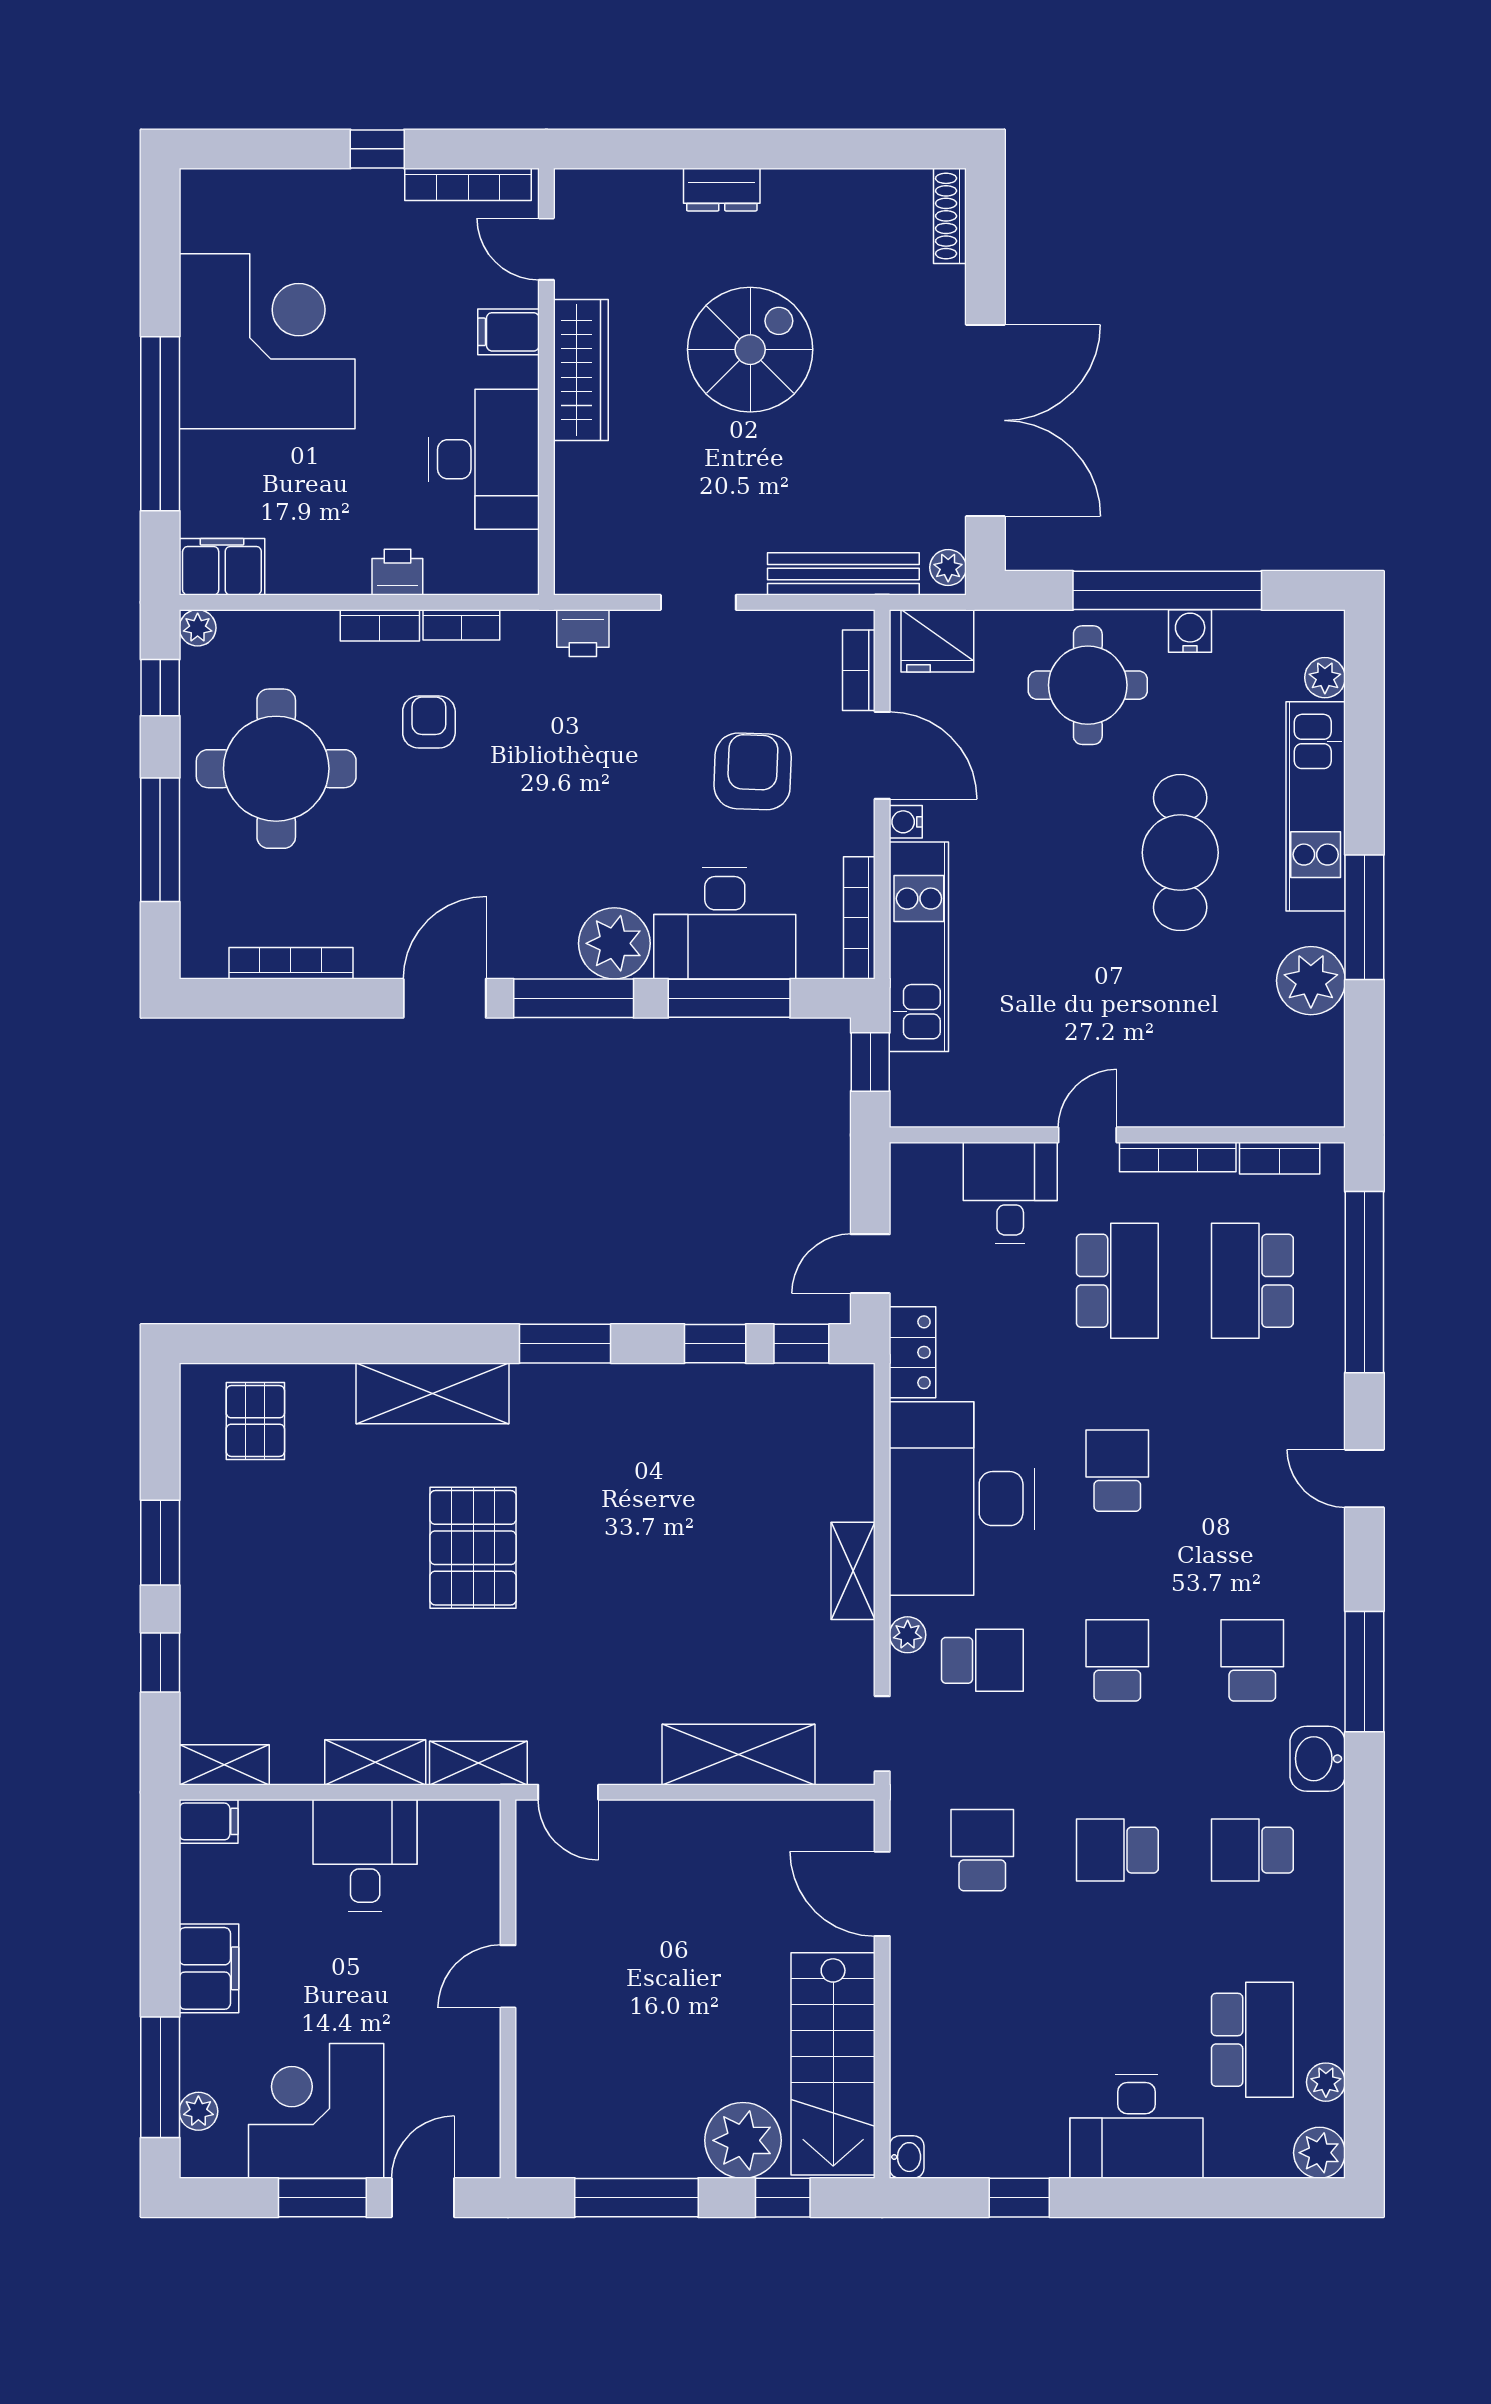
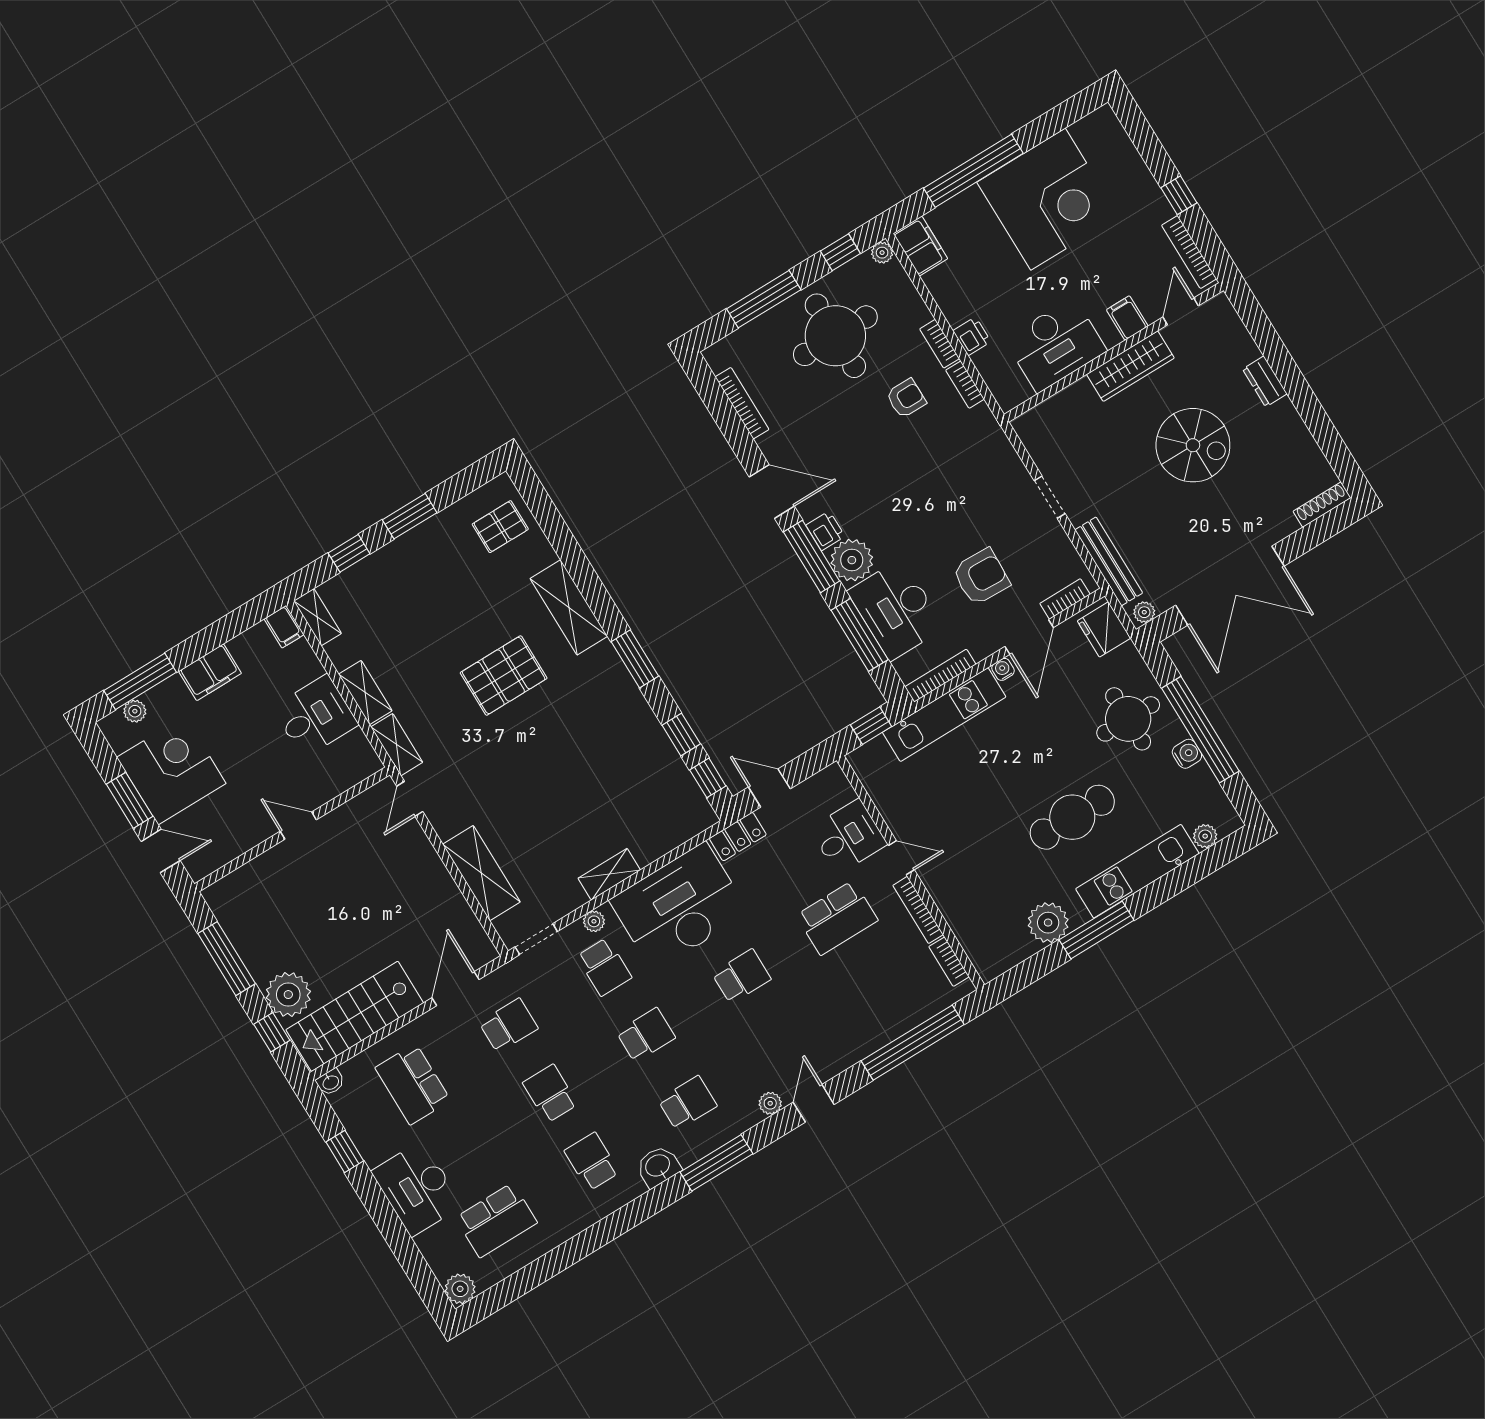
printer: (583, 633) -> (825, 531), moved, turned 180
school desk: (1252, 1281) -> (413, 1084), moved, turned -90
plant: (1326, 2082) -> (770, 1103), moved

